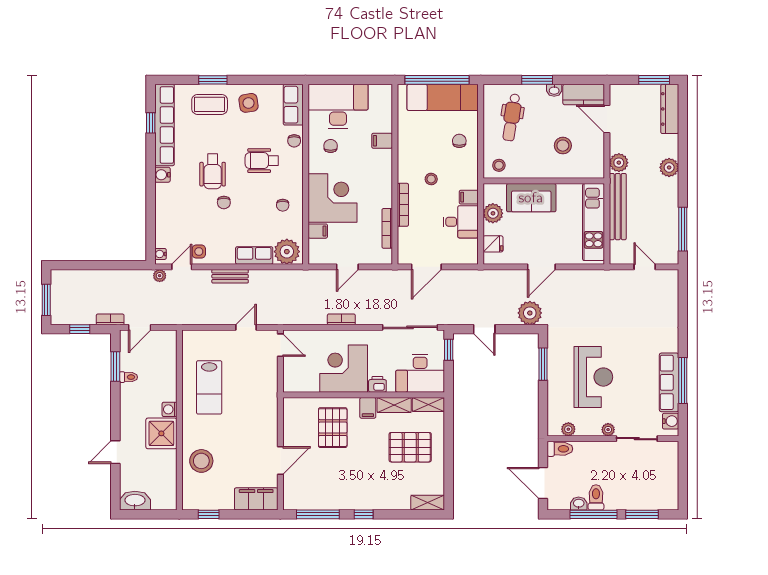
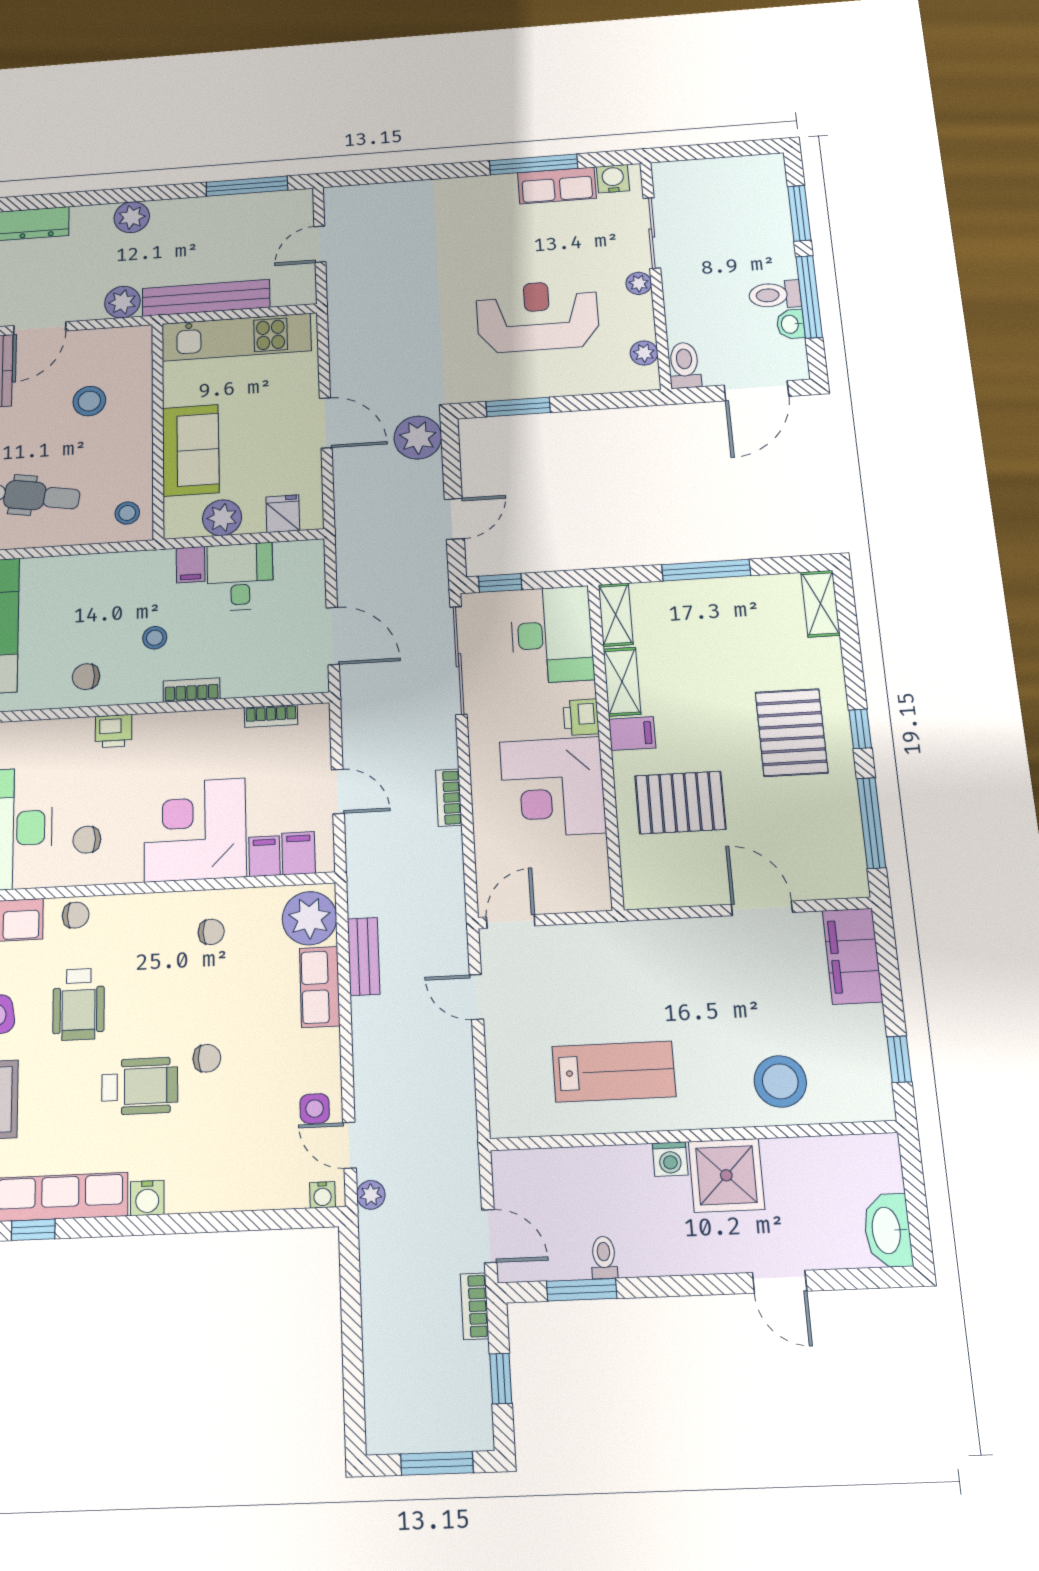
filing cabinet: (382, 141) -> (299, 853), moved, turned 180
chair: (459, 141) -> (86, 677), moved
printer: (384, 159) -> (114, 731), added
wheelchair: (262, 161) -> (79, 1004), moved
bookcase: (403, 205) -> (192, 690), width x0.64
bookcase: (387, 228) -> (271, 716), width x0.64
bench: (230, 276) -> (364, 956), moved
row of seats: (669, 382) -> (557, 185), width x0.68
pallet: (410, 447) -> (792, 732), moved
window: (449, 450) -> (706, 570), added

